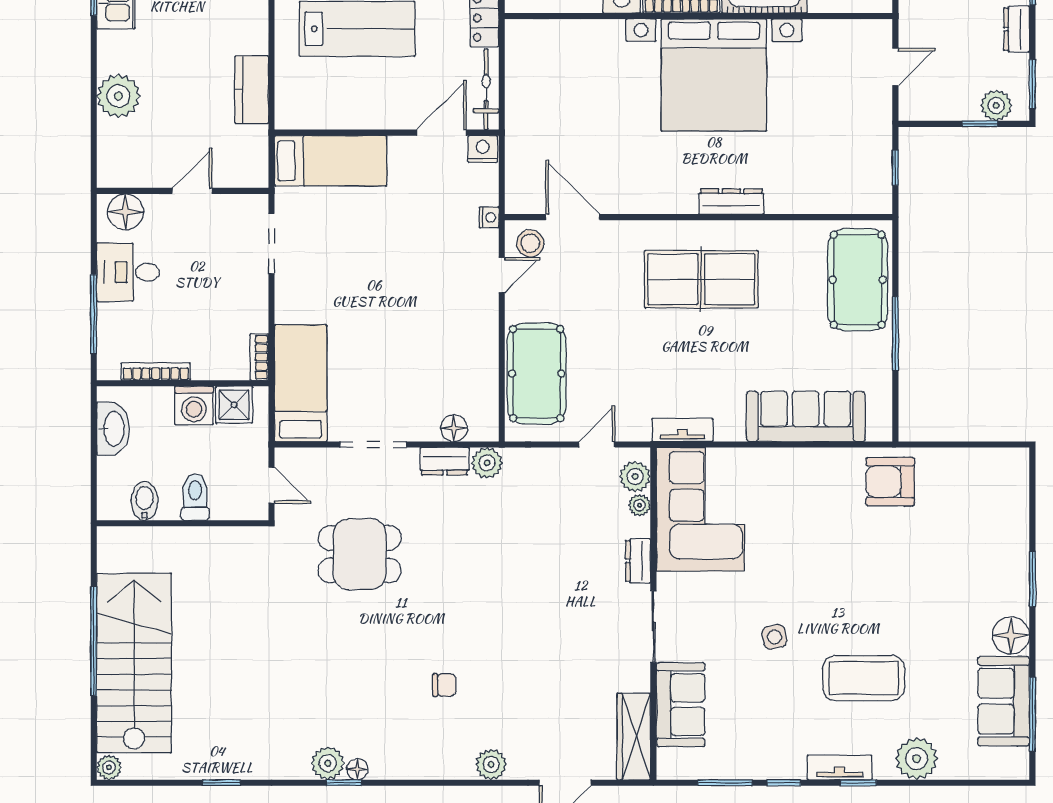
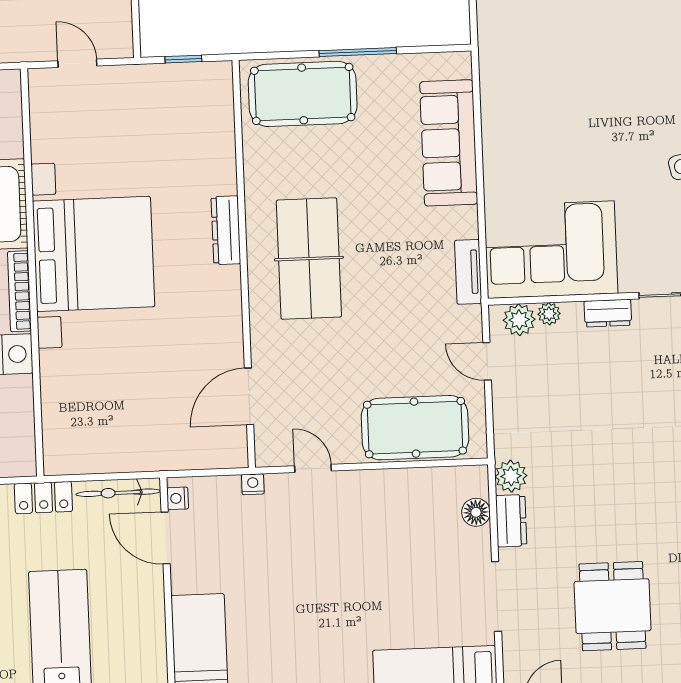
nightstand: (483, 149) -> (178, 498), width x0.72, depth x0.74
stool: (530, 243) -> (278, 440), removed
armchair: (890, 482) -> (514, 51), removed

